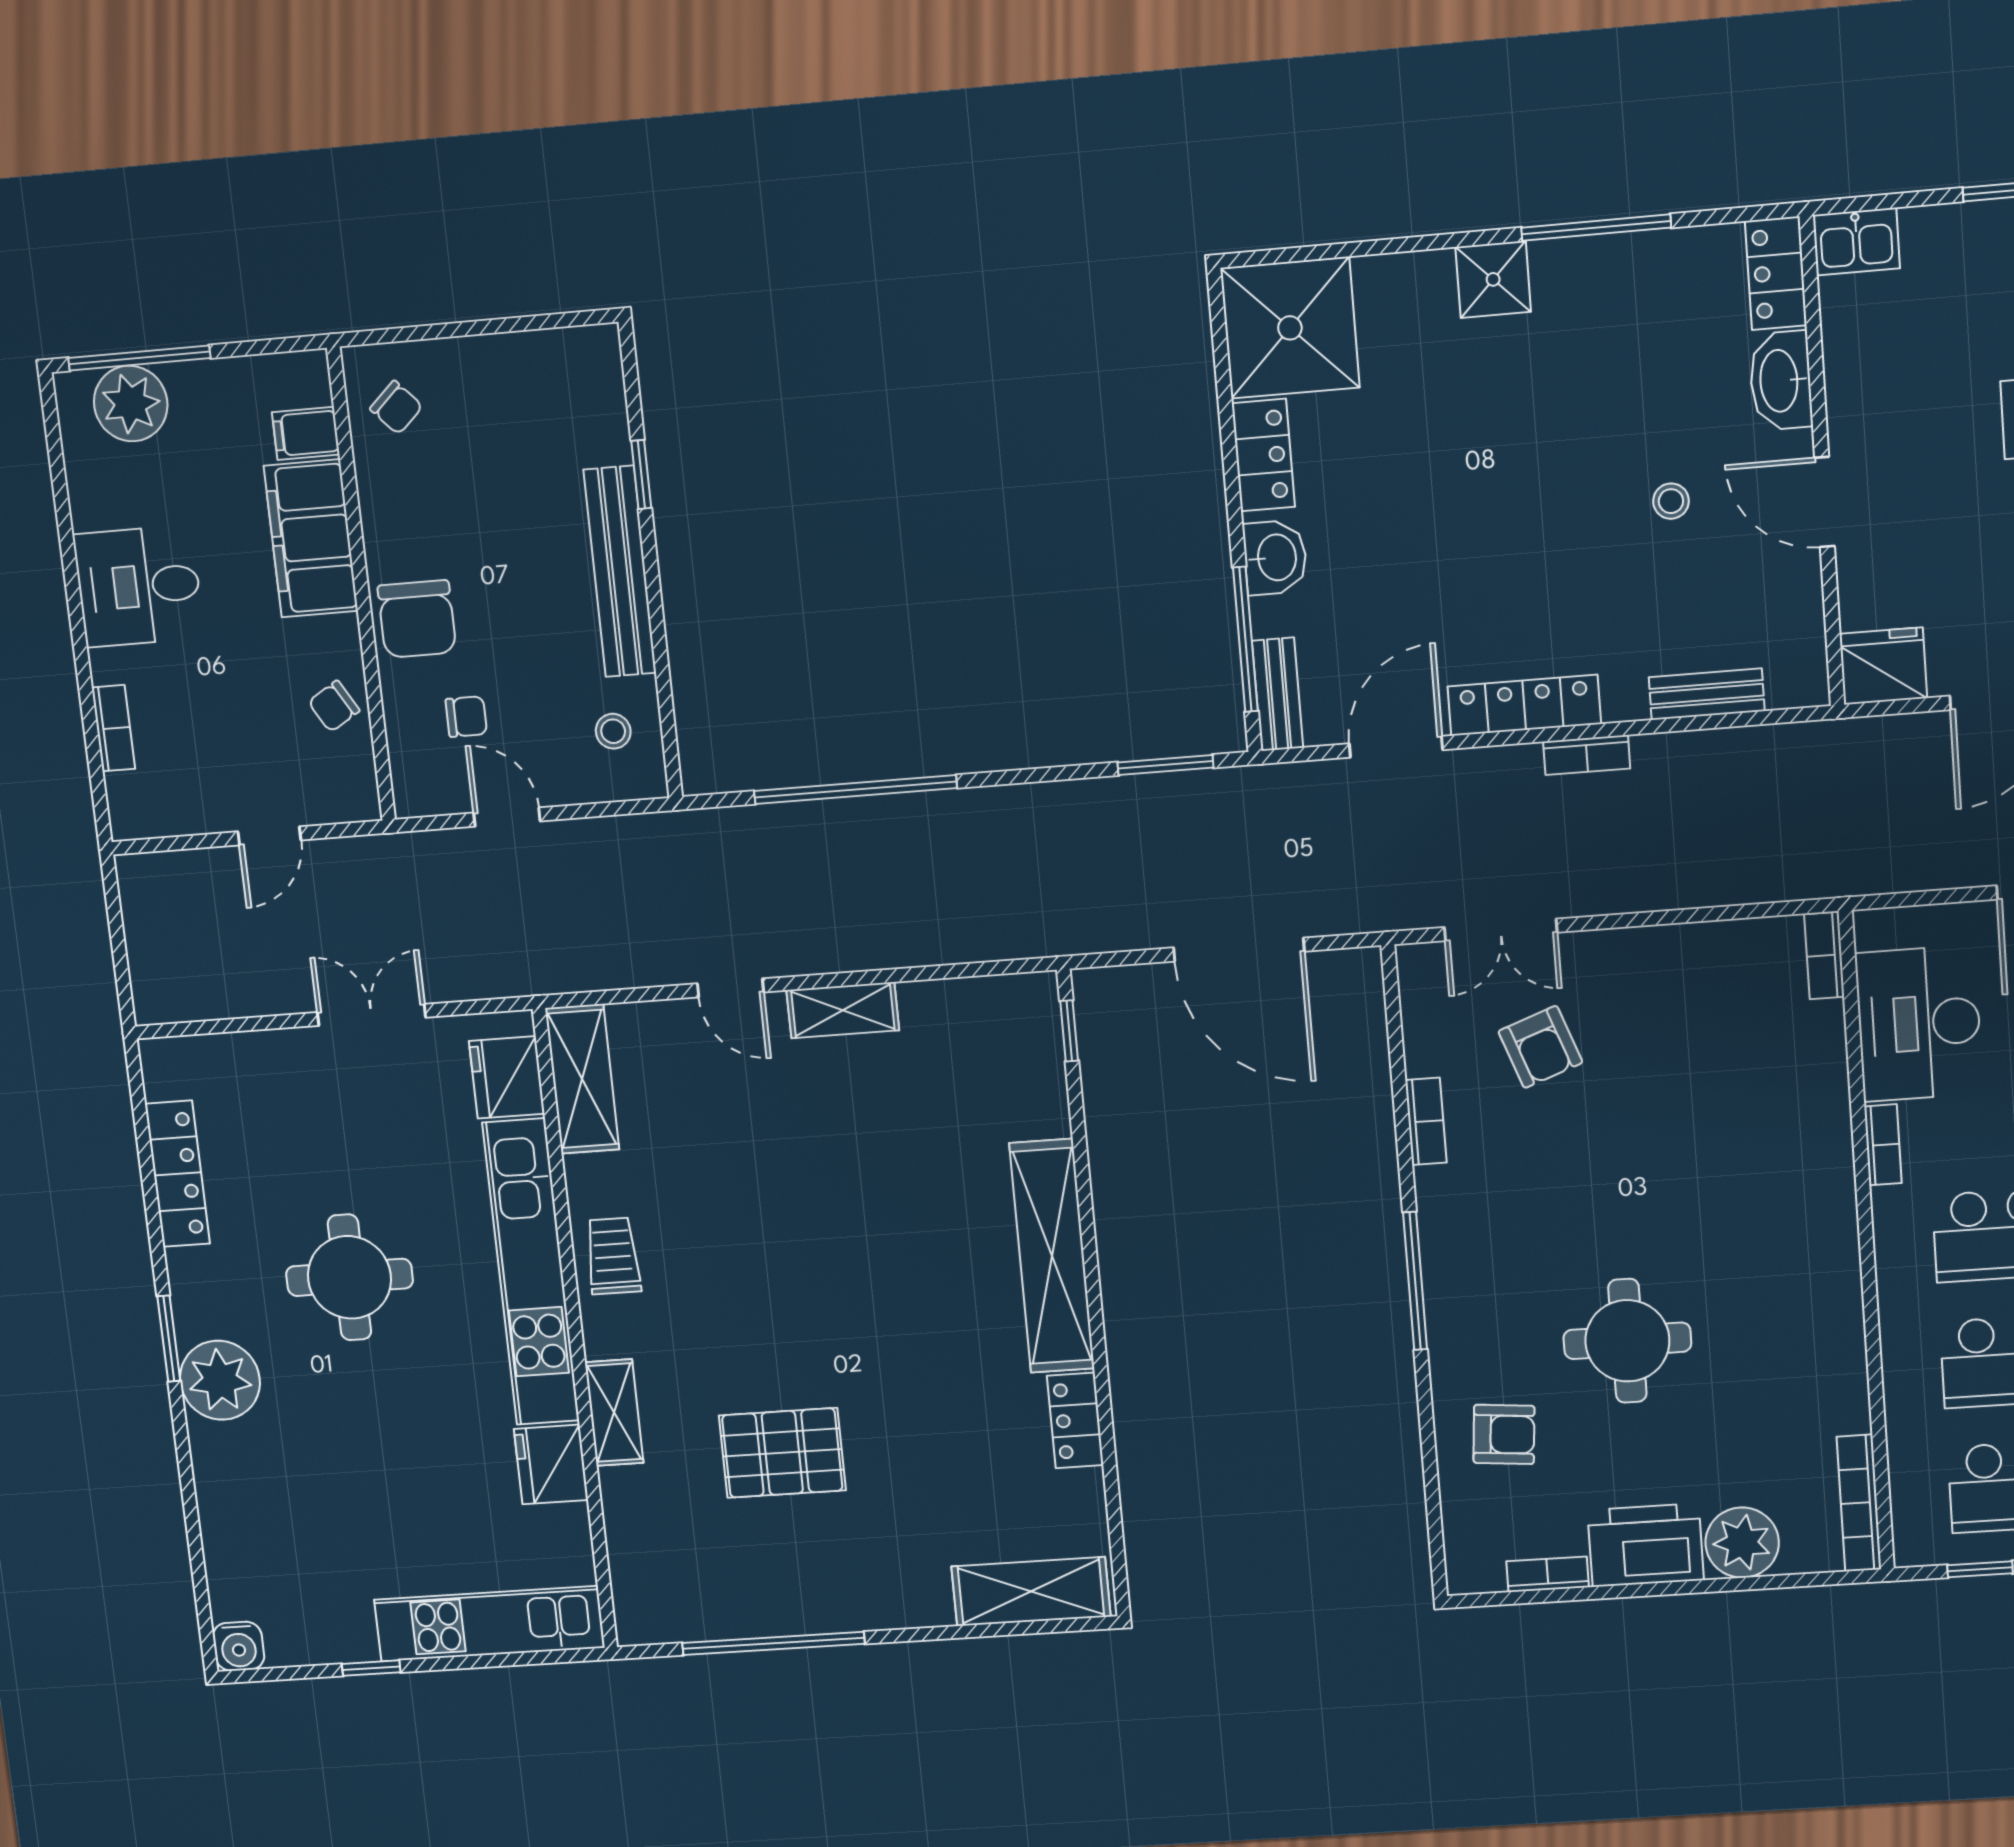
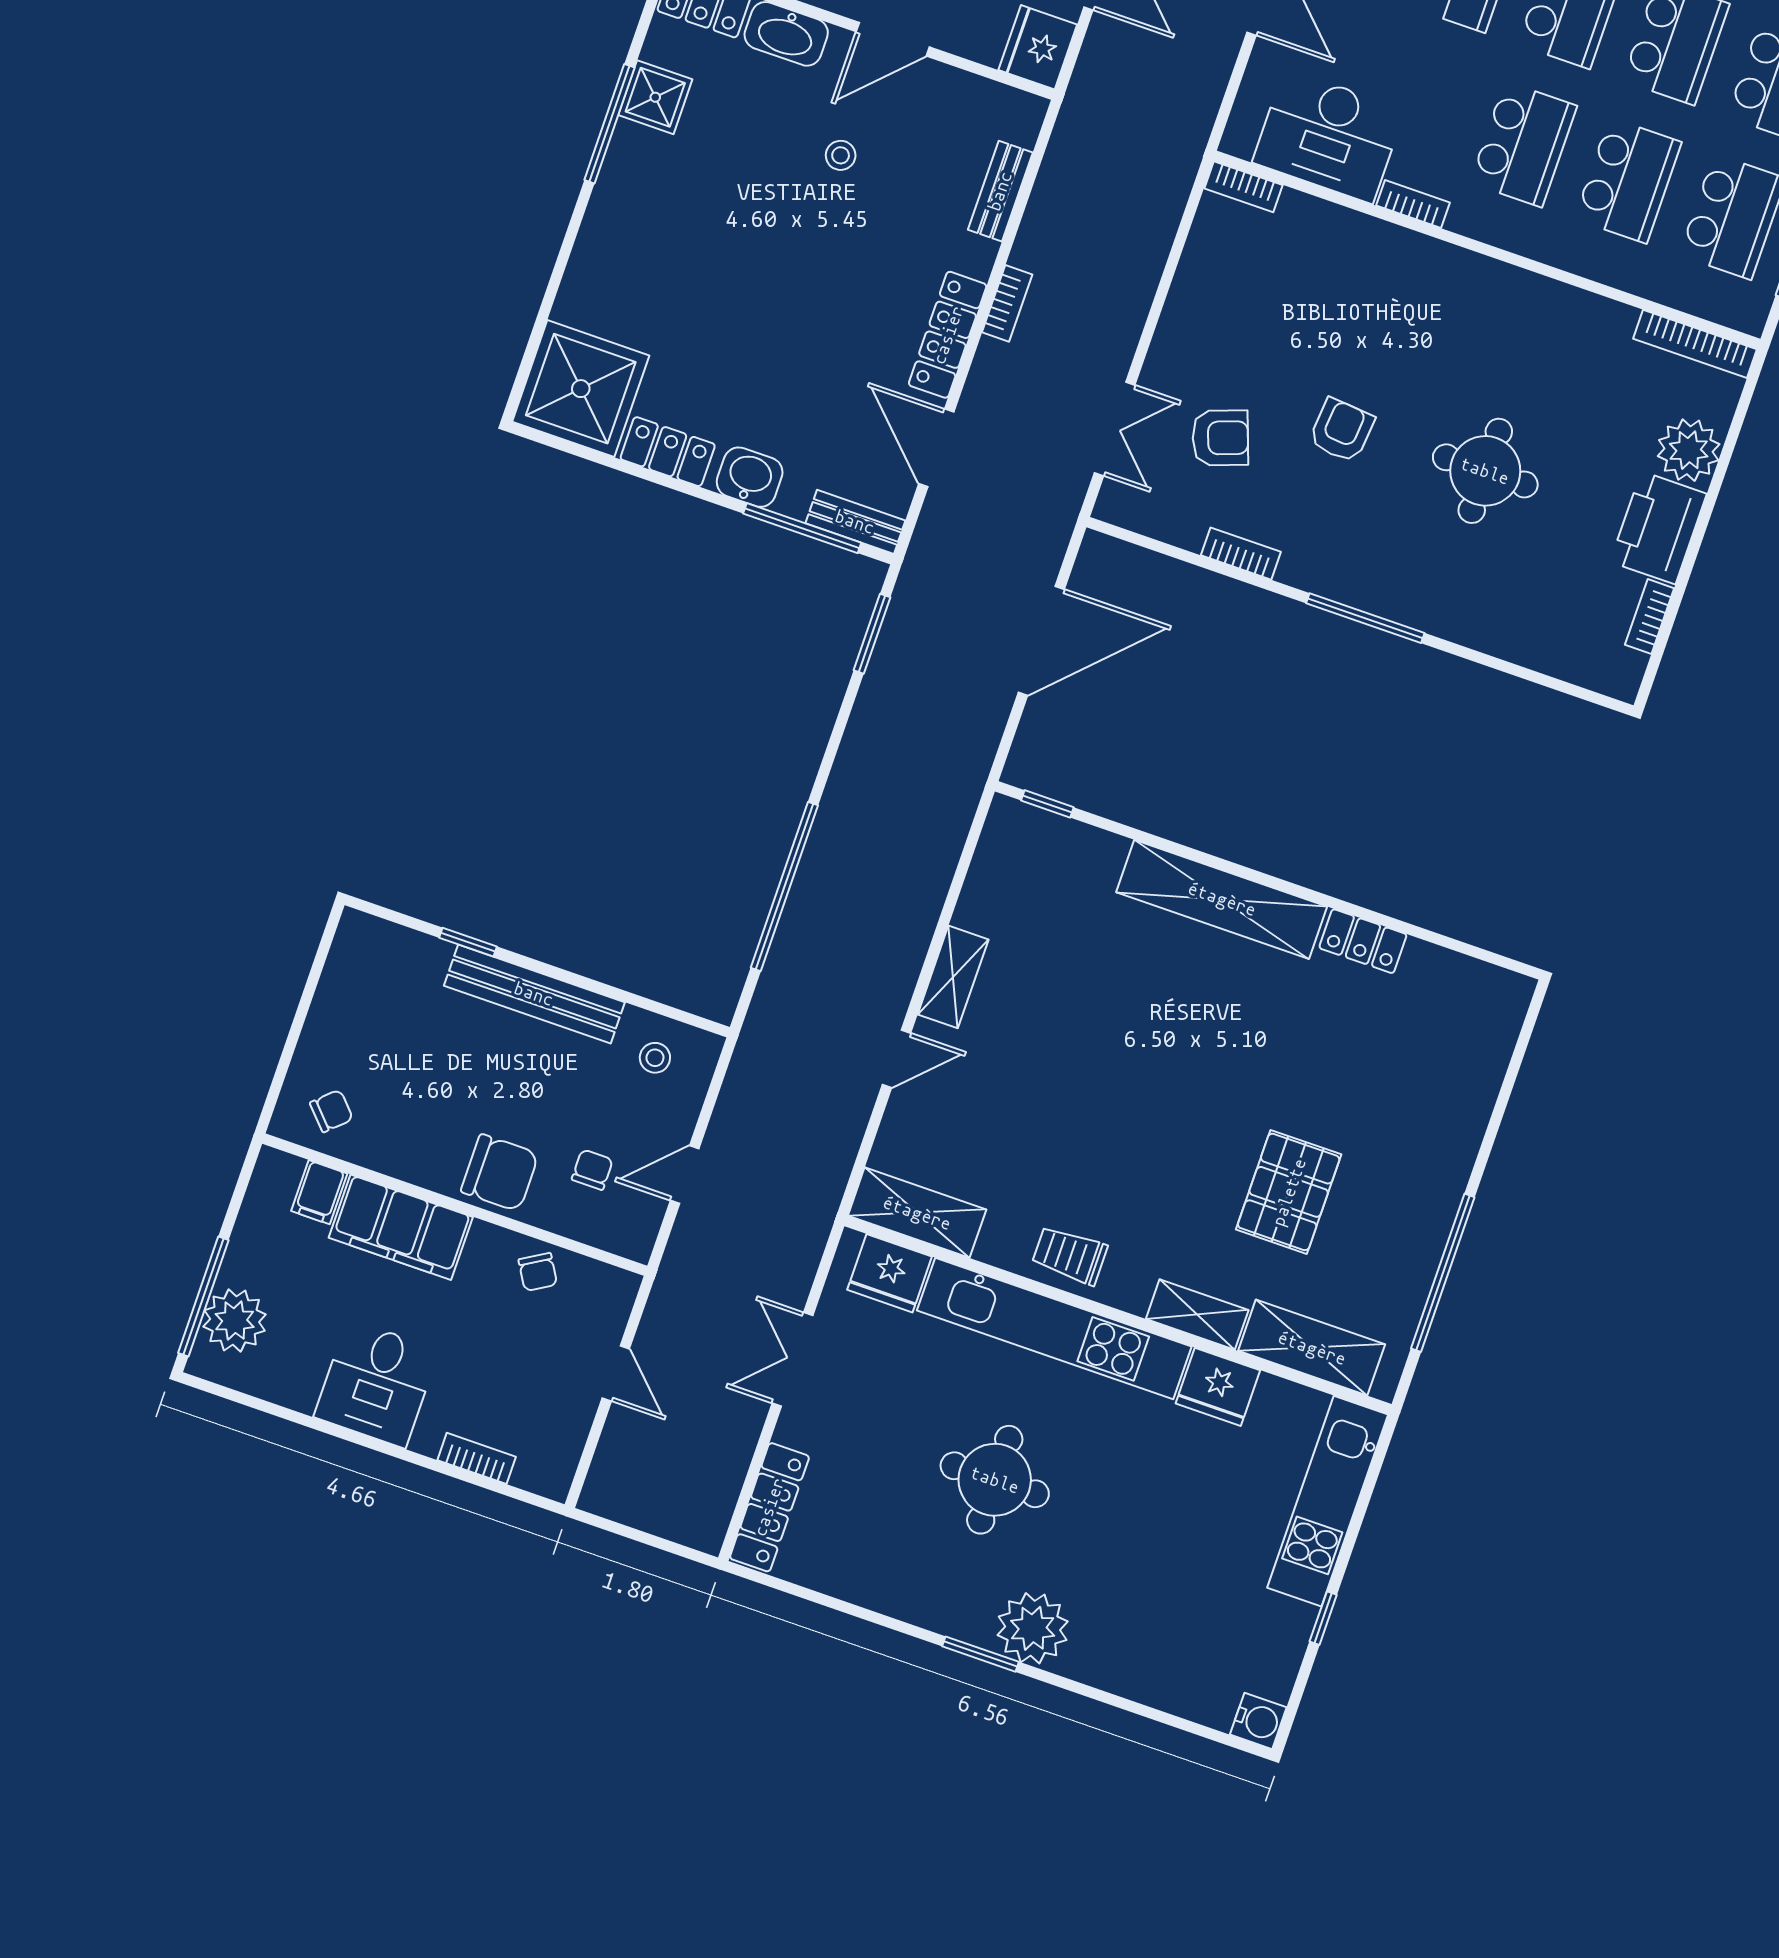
shower: (1493, 279) -> (655, 97), moved
locker: (177, 1174) -> (769, 1507), moved, turned 90
armchair: (1504, 1434) -> (1342, 430), moved
shelving: (1031, 1592) -> (1312, 1348), moved, turned 90

